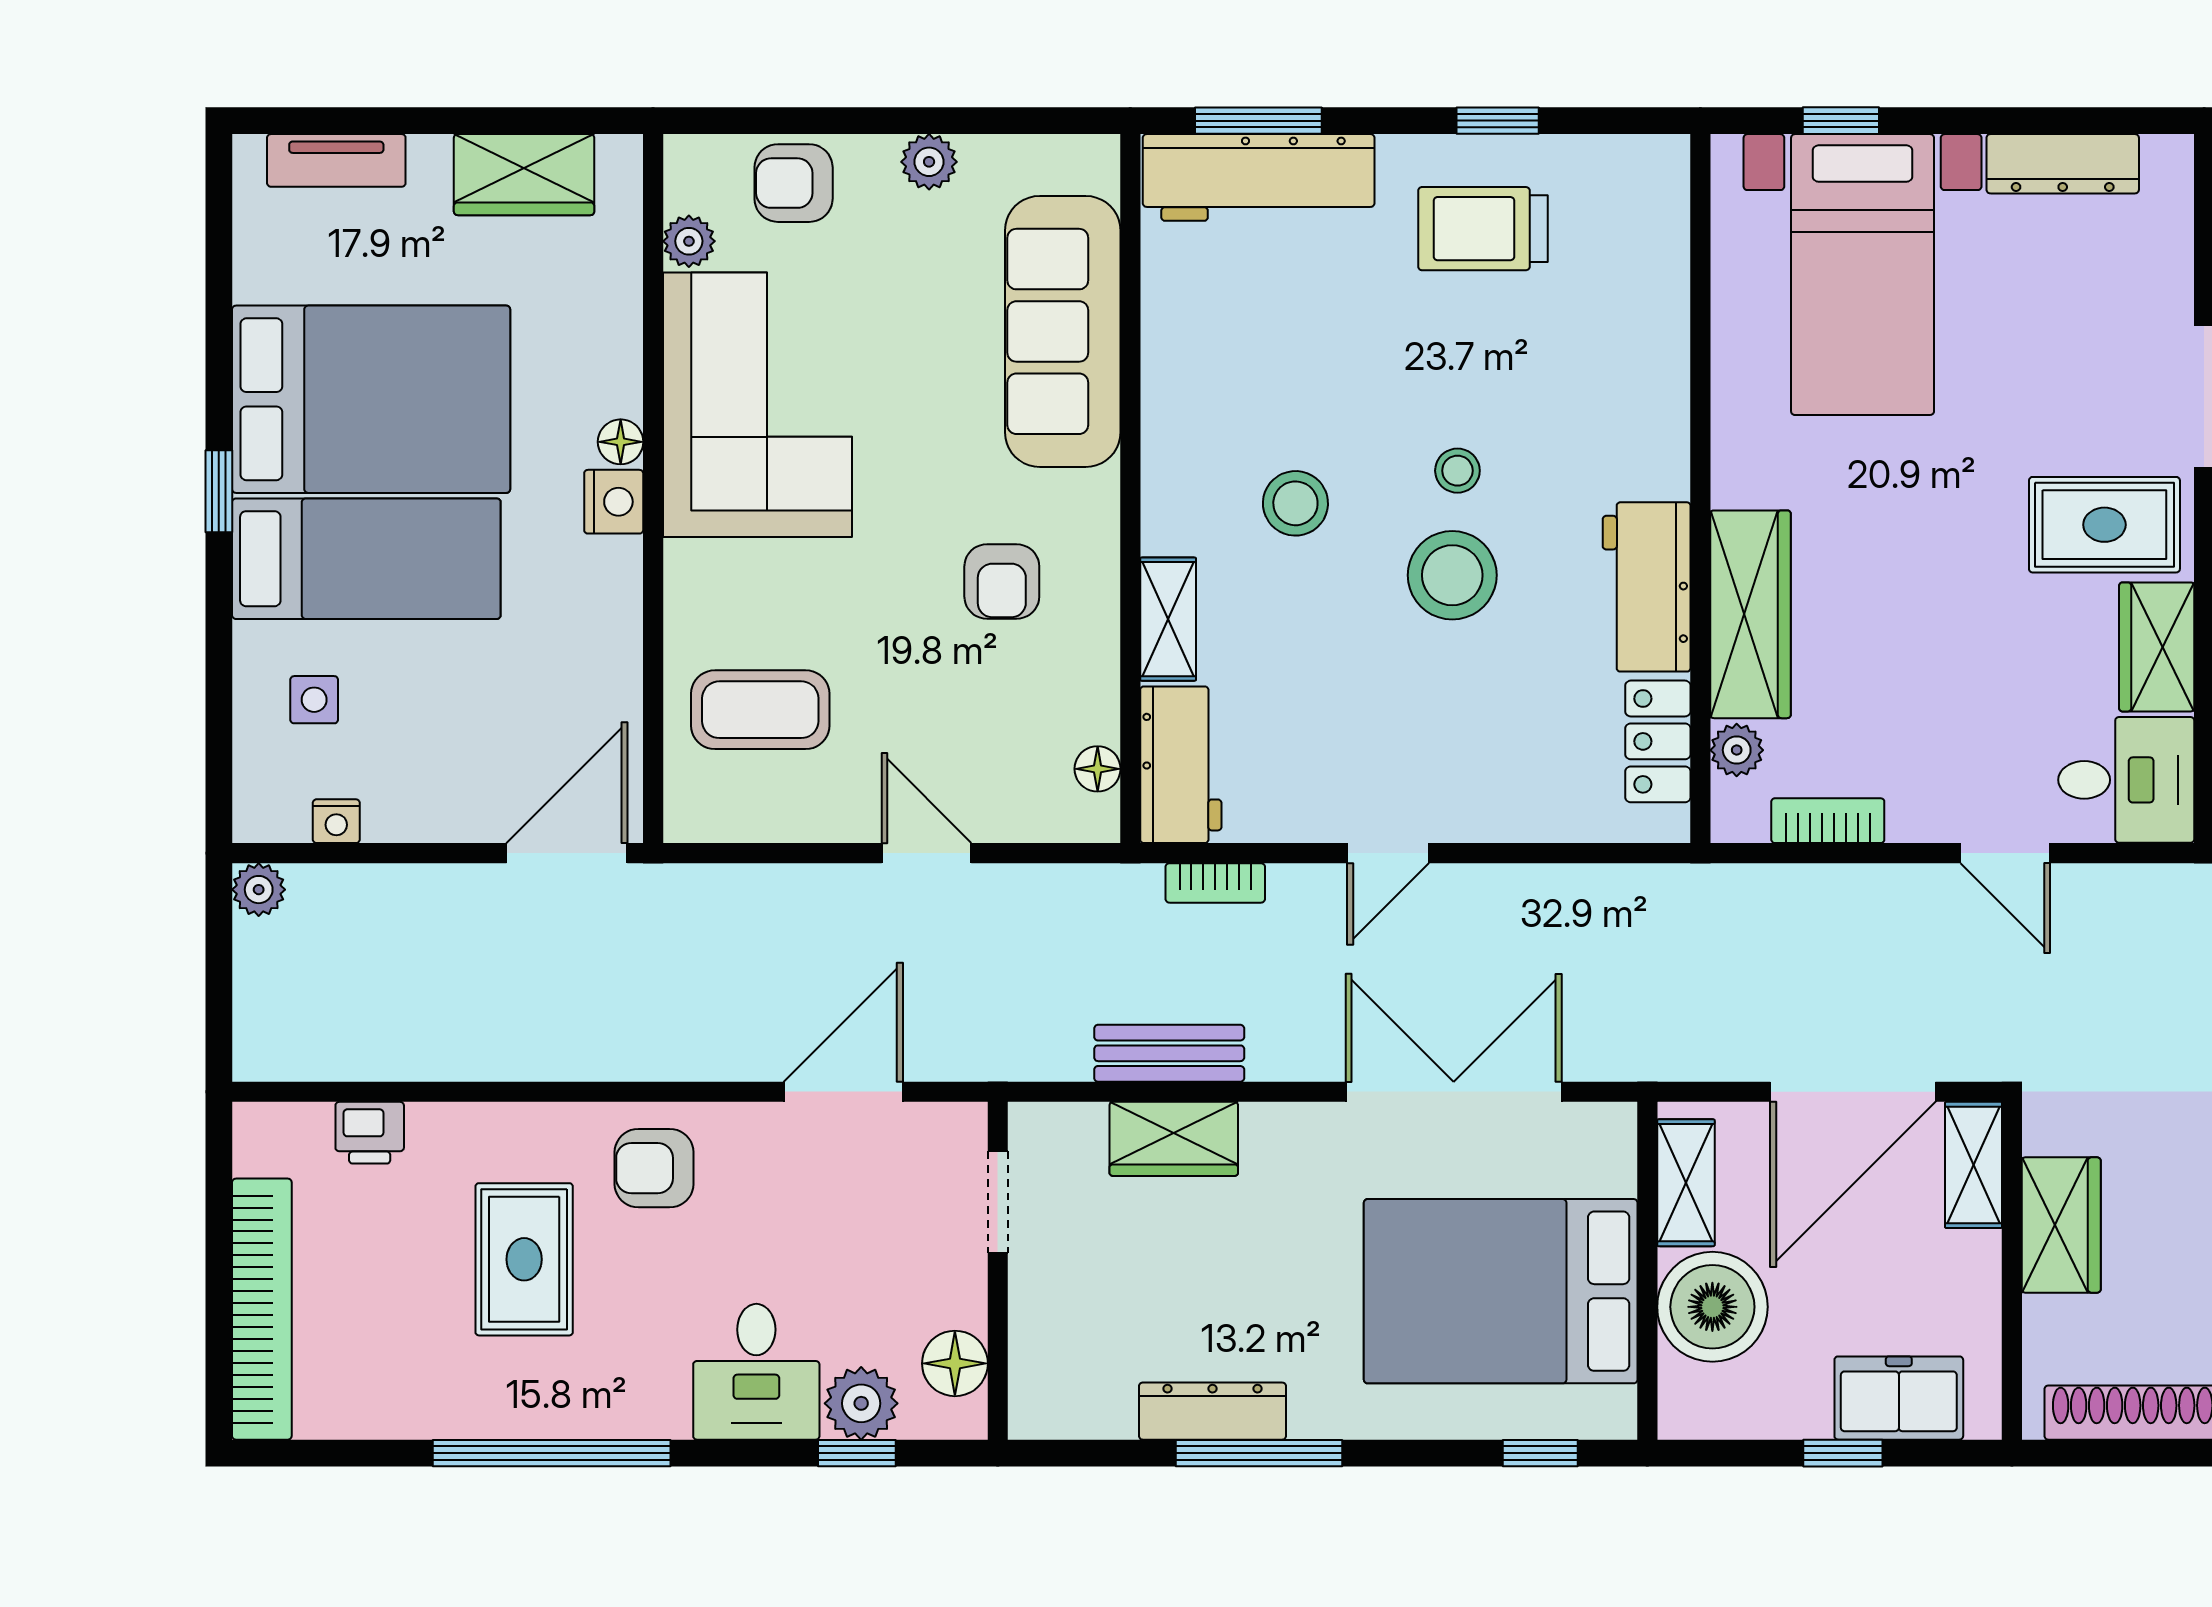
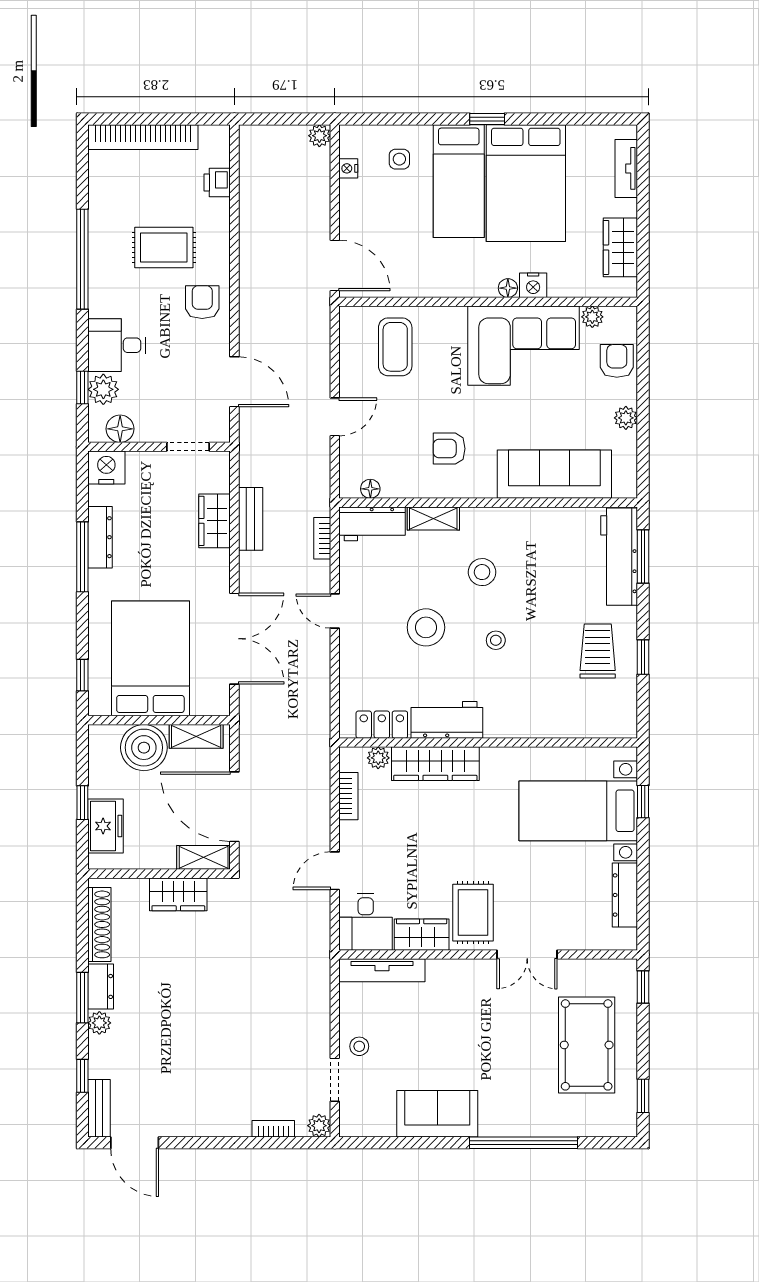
nightstand: (614, 502) -> (533, 285), moved
stool: (1452, 575) -> (426, 627), moved
nightstand: (1047, 1396) -> (106, 468), added

